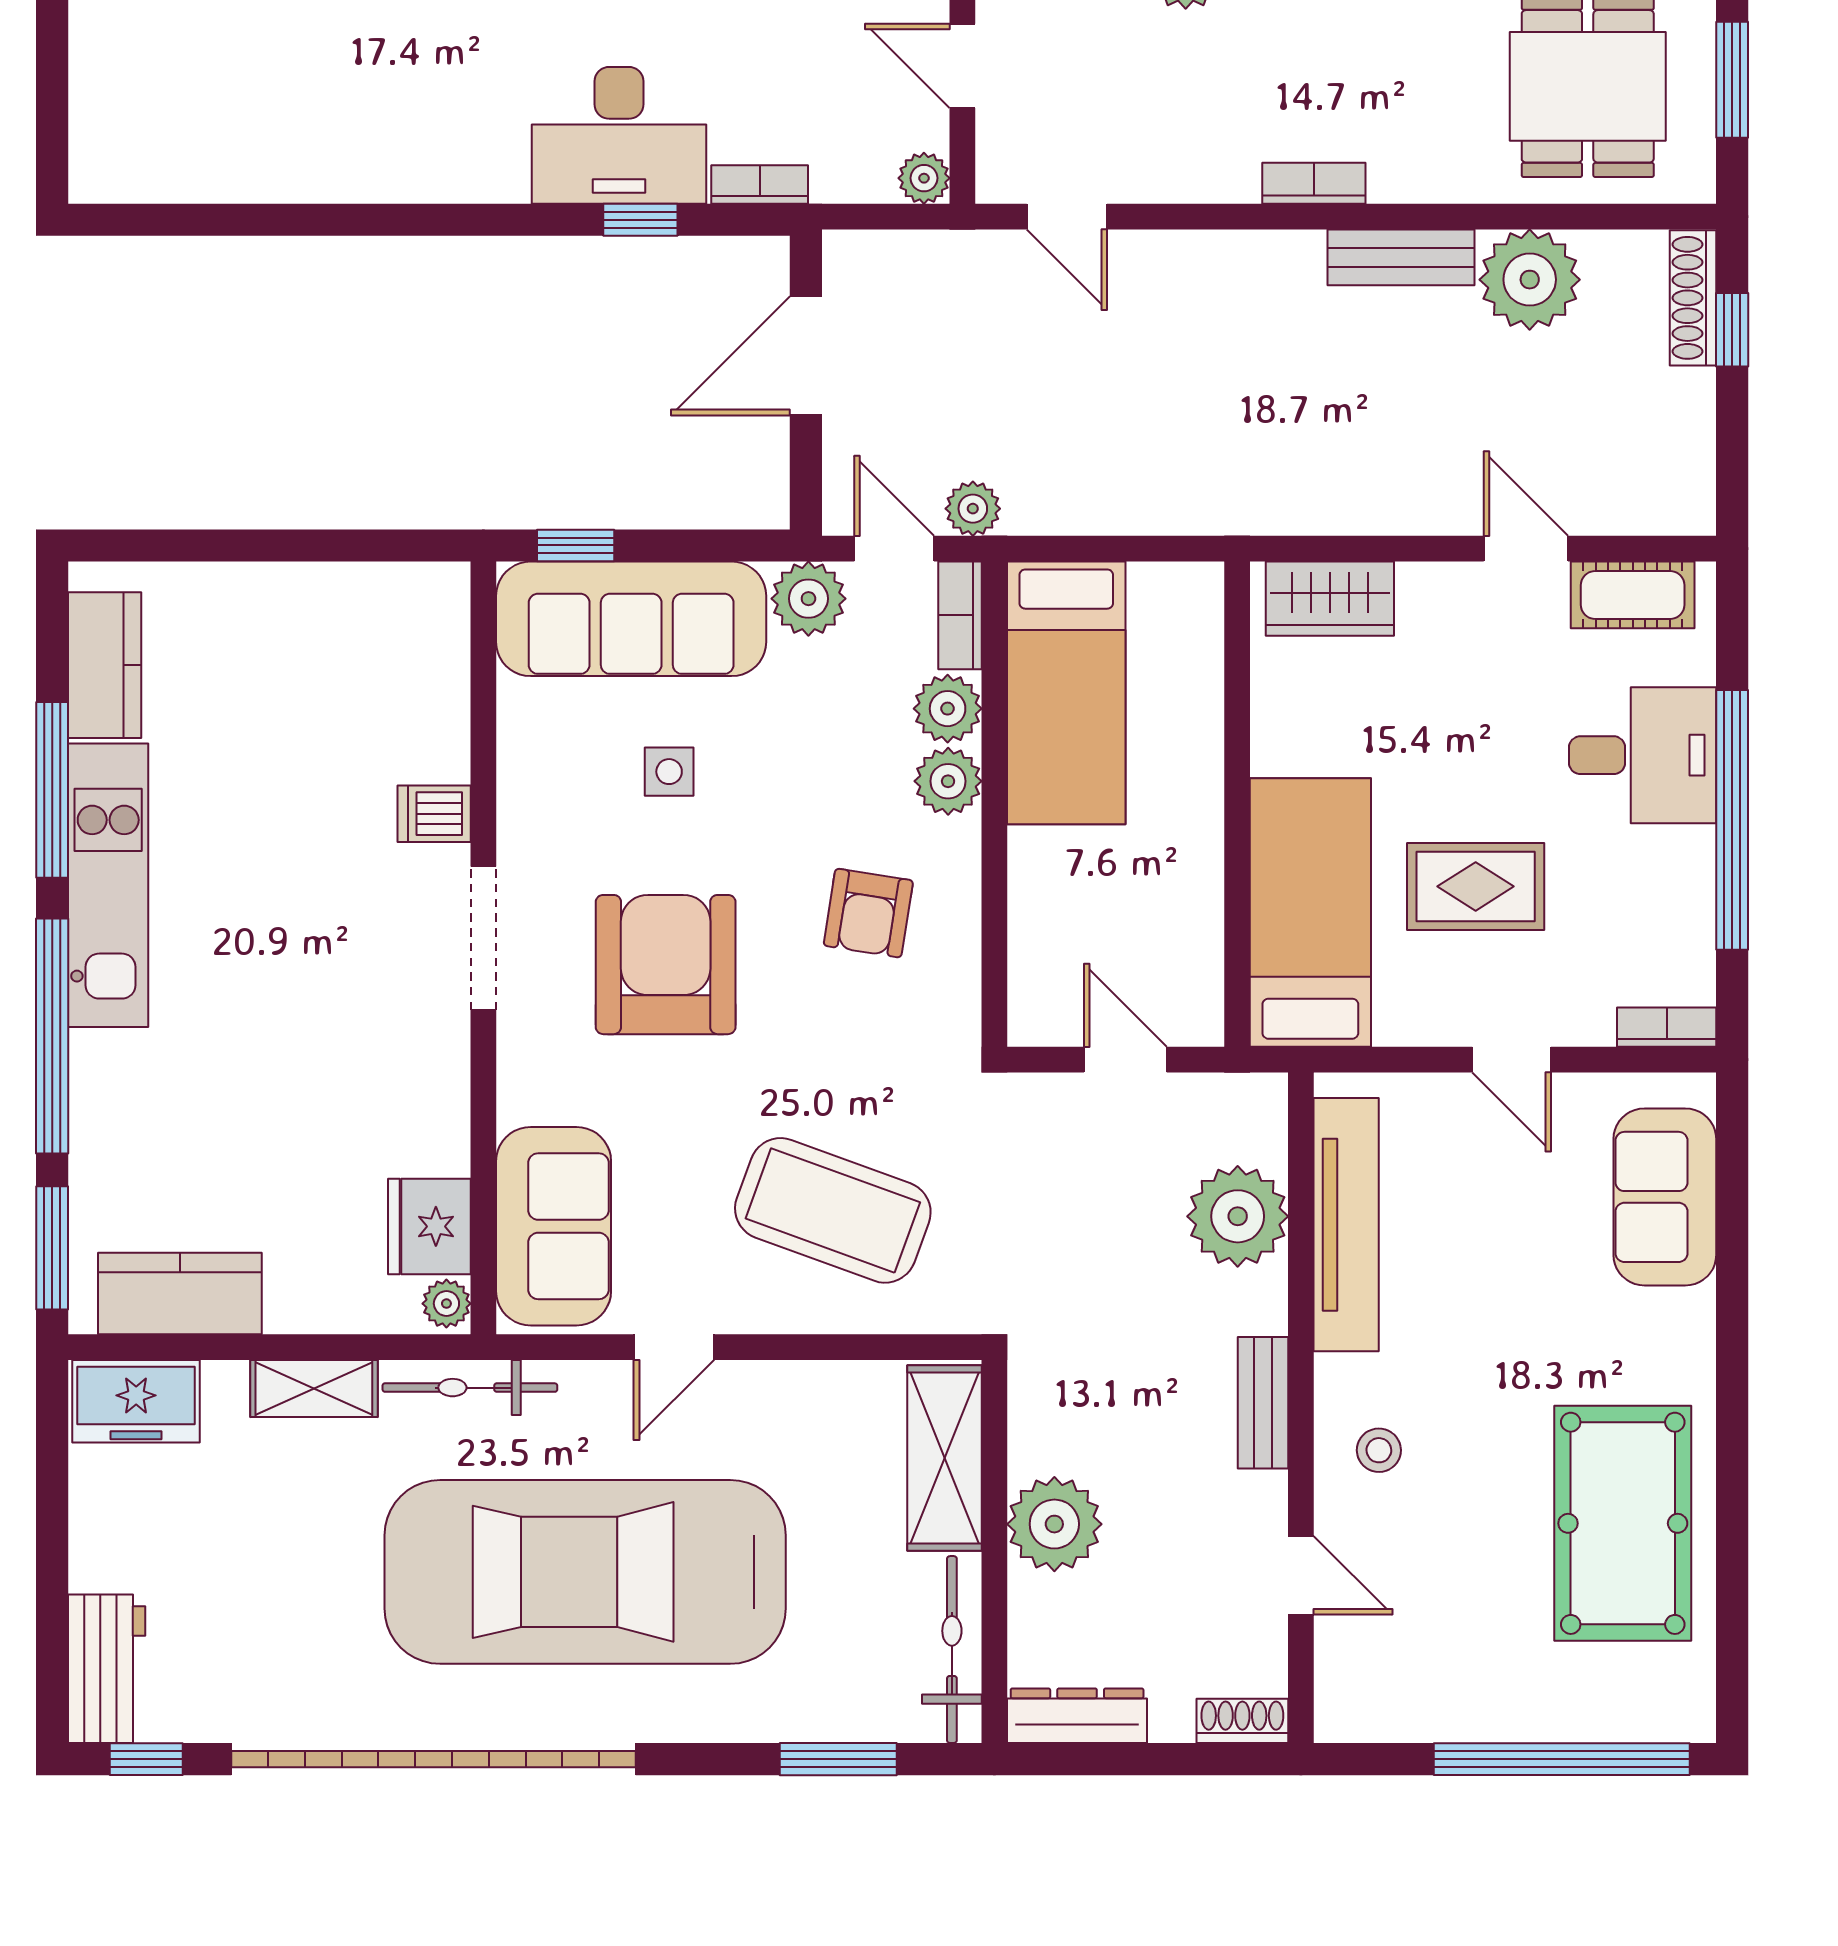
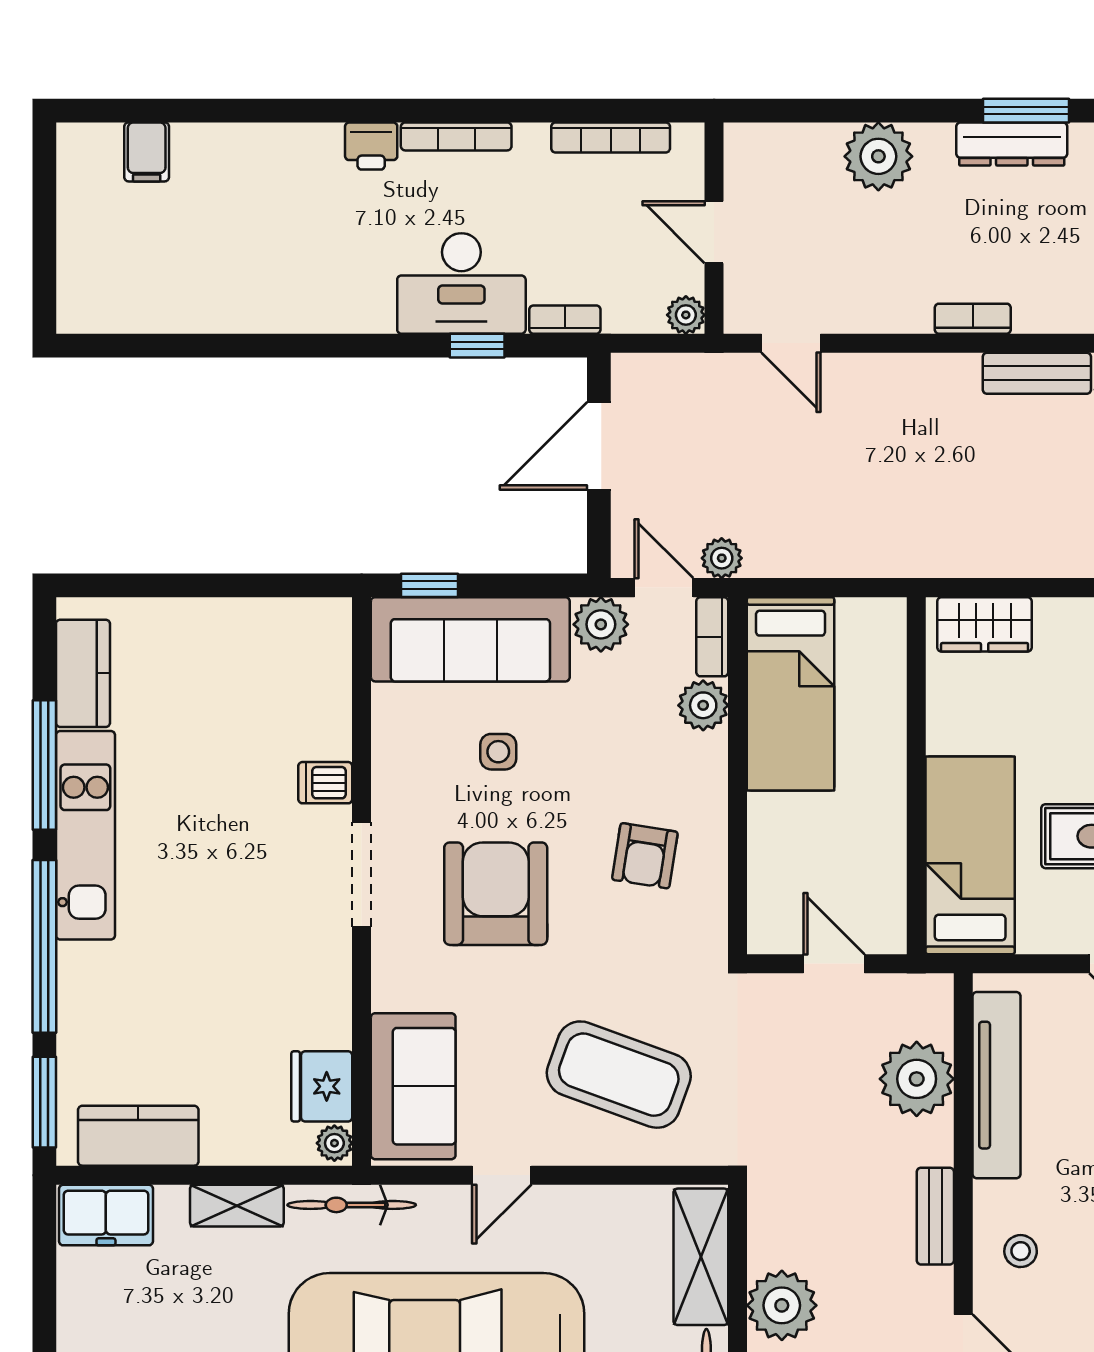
plant: (948, 781) -> (704, 759), removed

